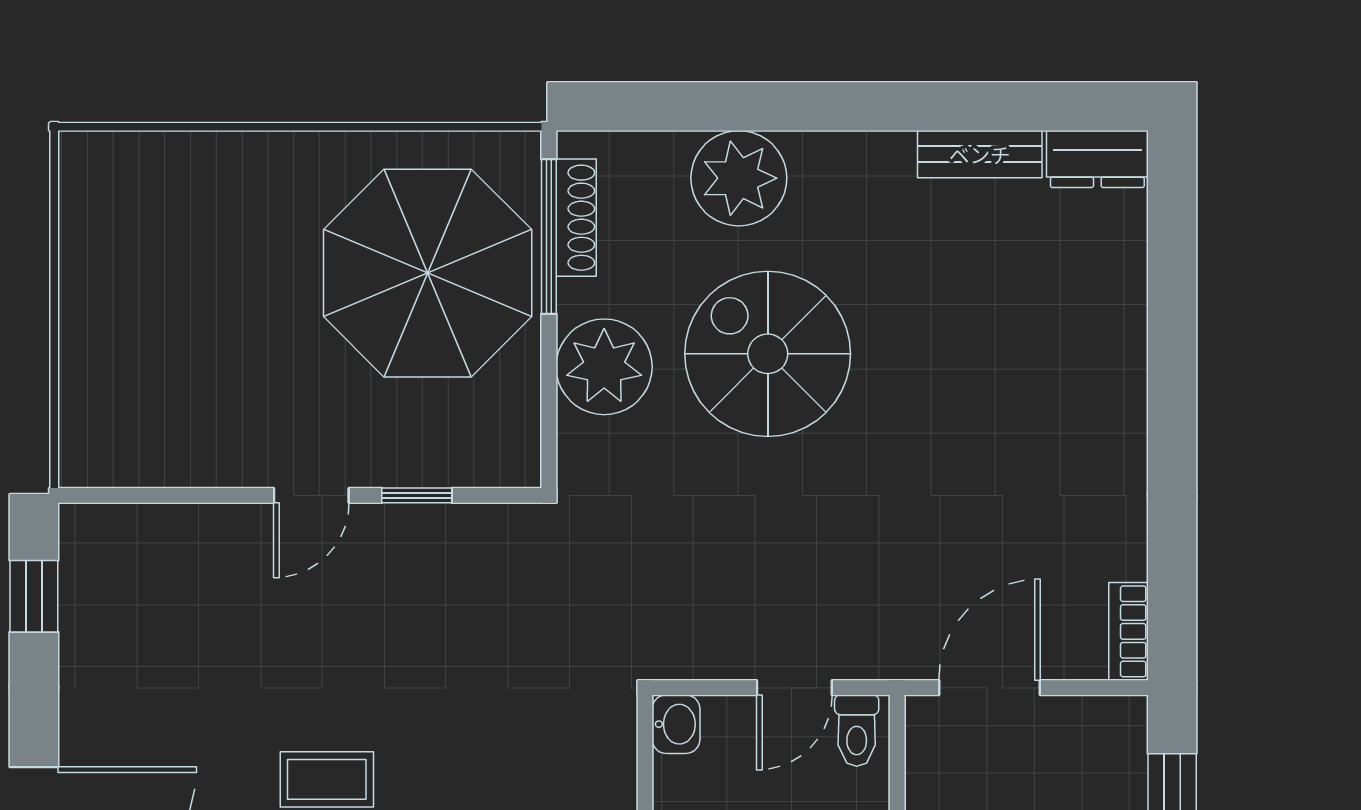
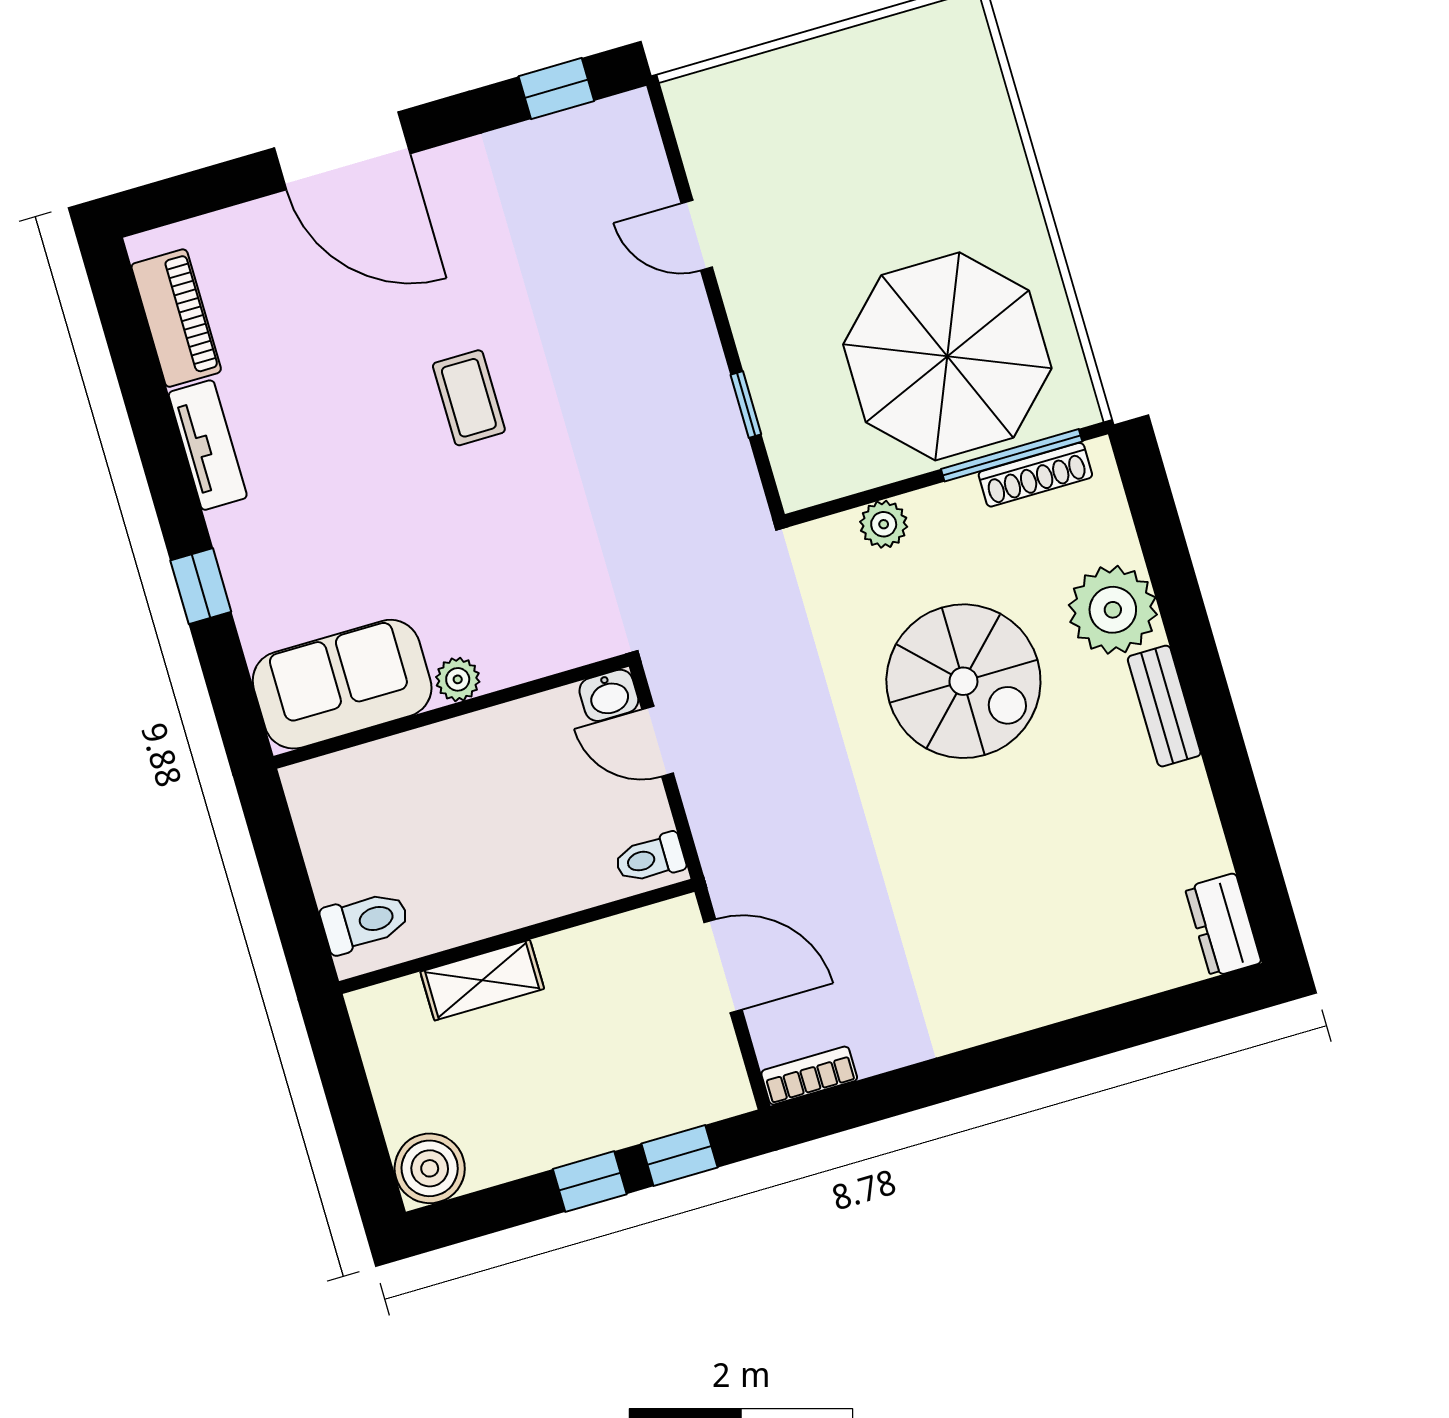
bench: (980, 154) -> (1164, 706), moved
spiral stairs: (768, 354) -> (963, 681), turned 90
plant: (604, 367) -> (884, 524), width x0.53, depth x0.53
door: (311, 495) -> (697, 235), moved
door: (794, 688) -> (658, 741), moved

